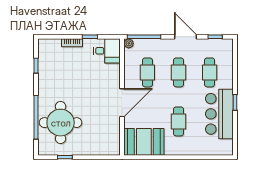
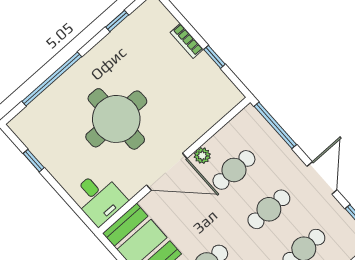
plant: (129, 43) -> (202, 156), moved
desk: (107, 51) -> (99, 198), moved
round table: (61, 123) -> (116, 119), moved

